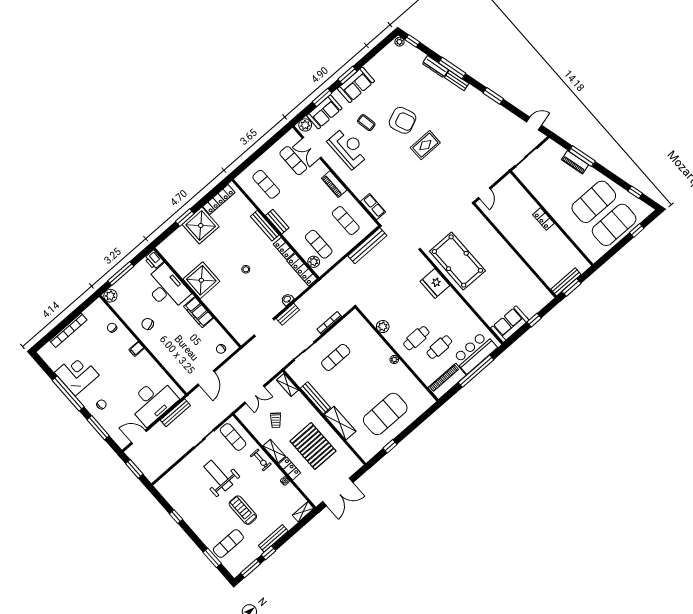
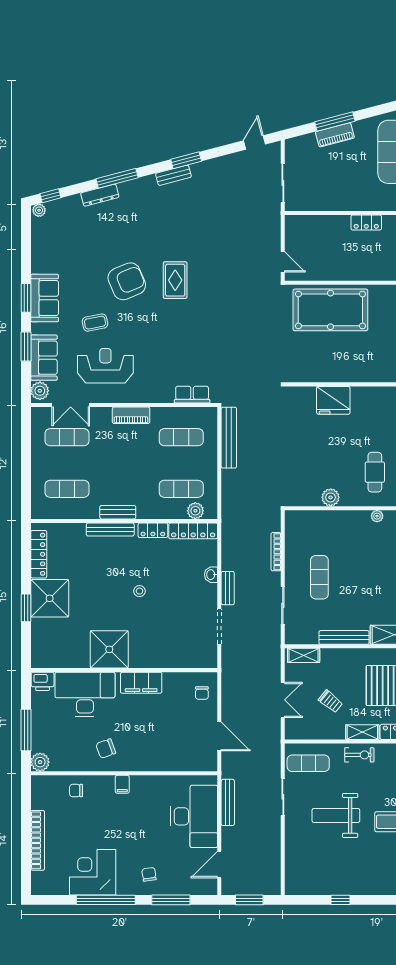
bench: (457, 80) -> (173, 175), moved
pool table: (457, 261) -> (330, 310), moved

